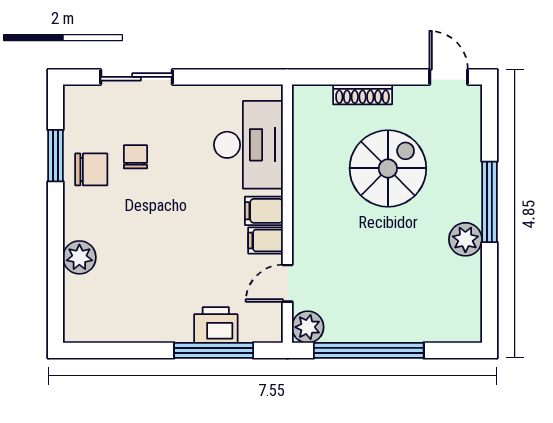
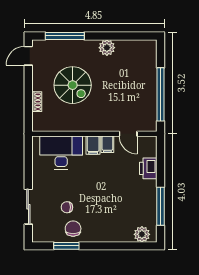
shoe rack: (363, 94) -> (37, 102), width x0.70
spiral stairs: (388, 168) -> (73, 85), turned 180
window: (489, 202) -> (65, 36), moved
plant: (79, 257) -> (142, 234), moved
plant: (308, 327) -> (149, 124), removed
window: (214, 350) -> (161, 206), moved

